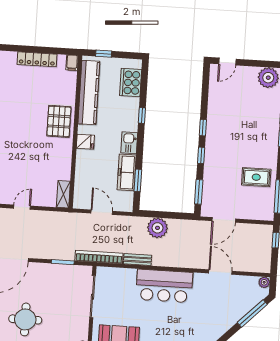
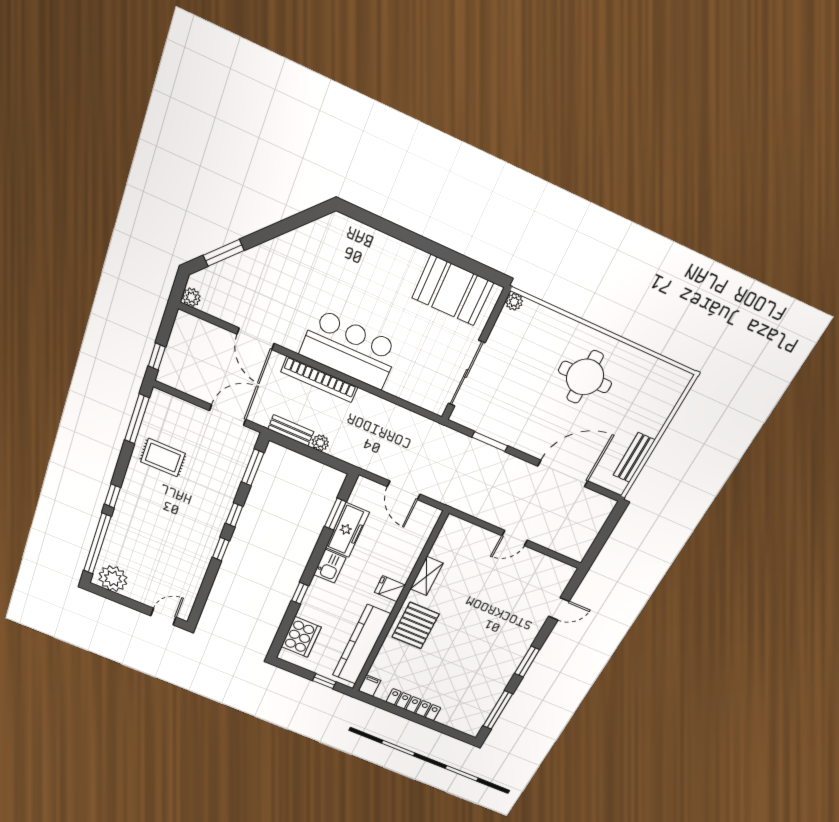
shelving: (63, 194) -> (427, 576), moved
plant: (157, 228) -> (320, 443), width x0.53, depth x0.53
bookcase: (99, 257) -> (319, 379), moved
bench: (137, 260) -> (291, 430), moved
window: (252, 313) -> (224, 253), width x0.69

